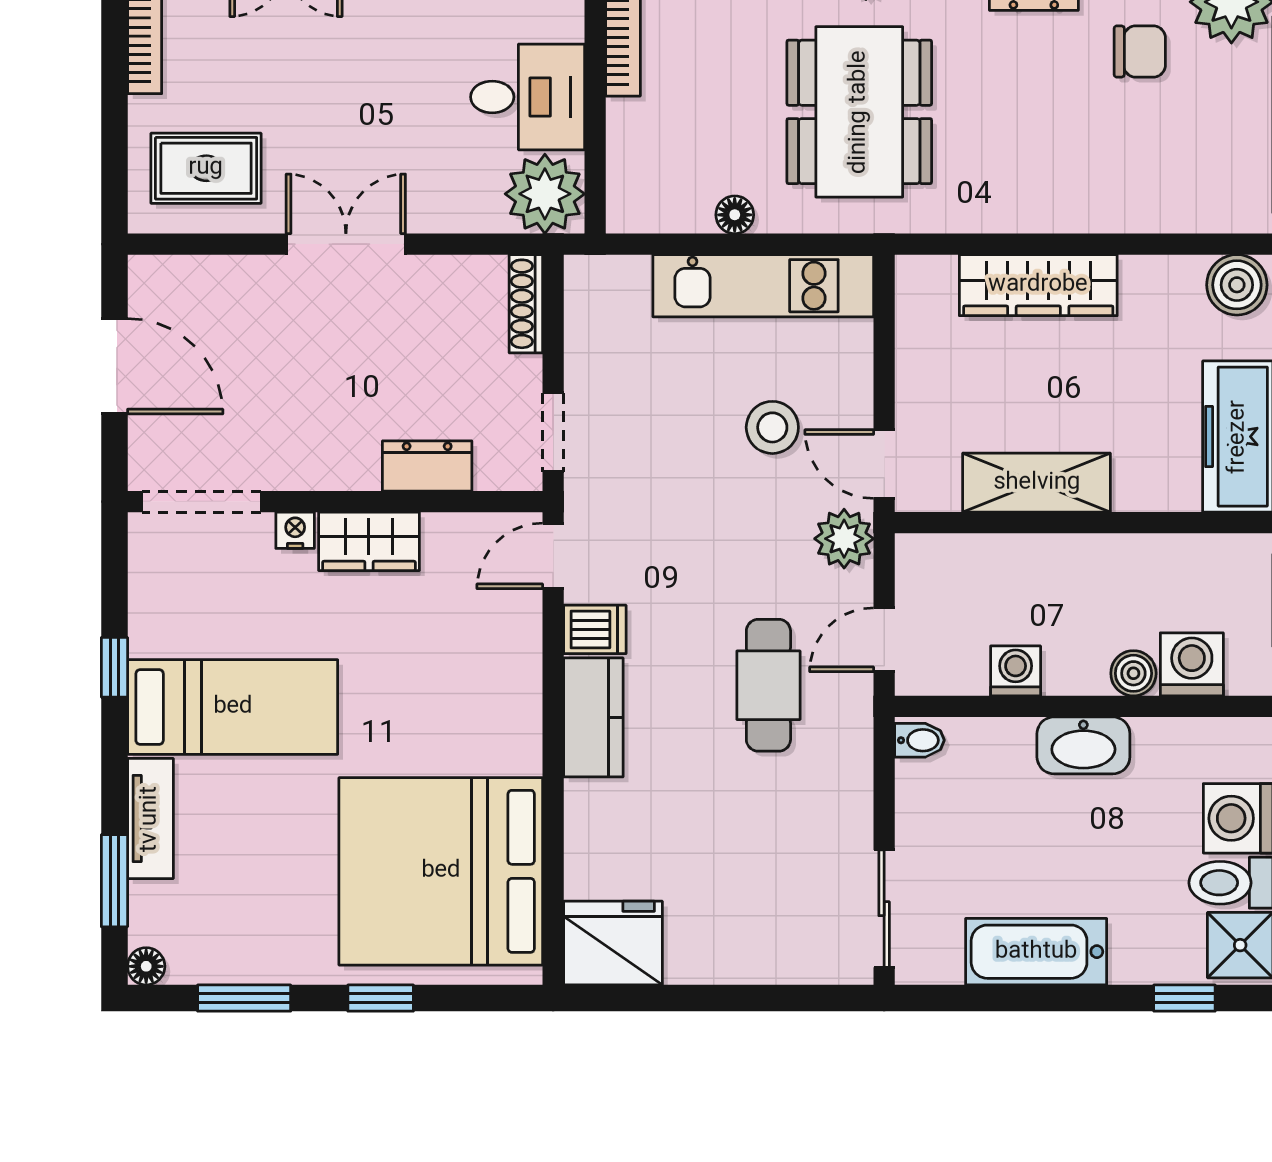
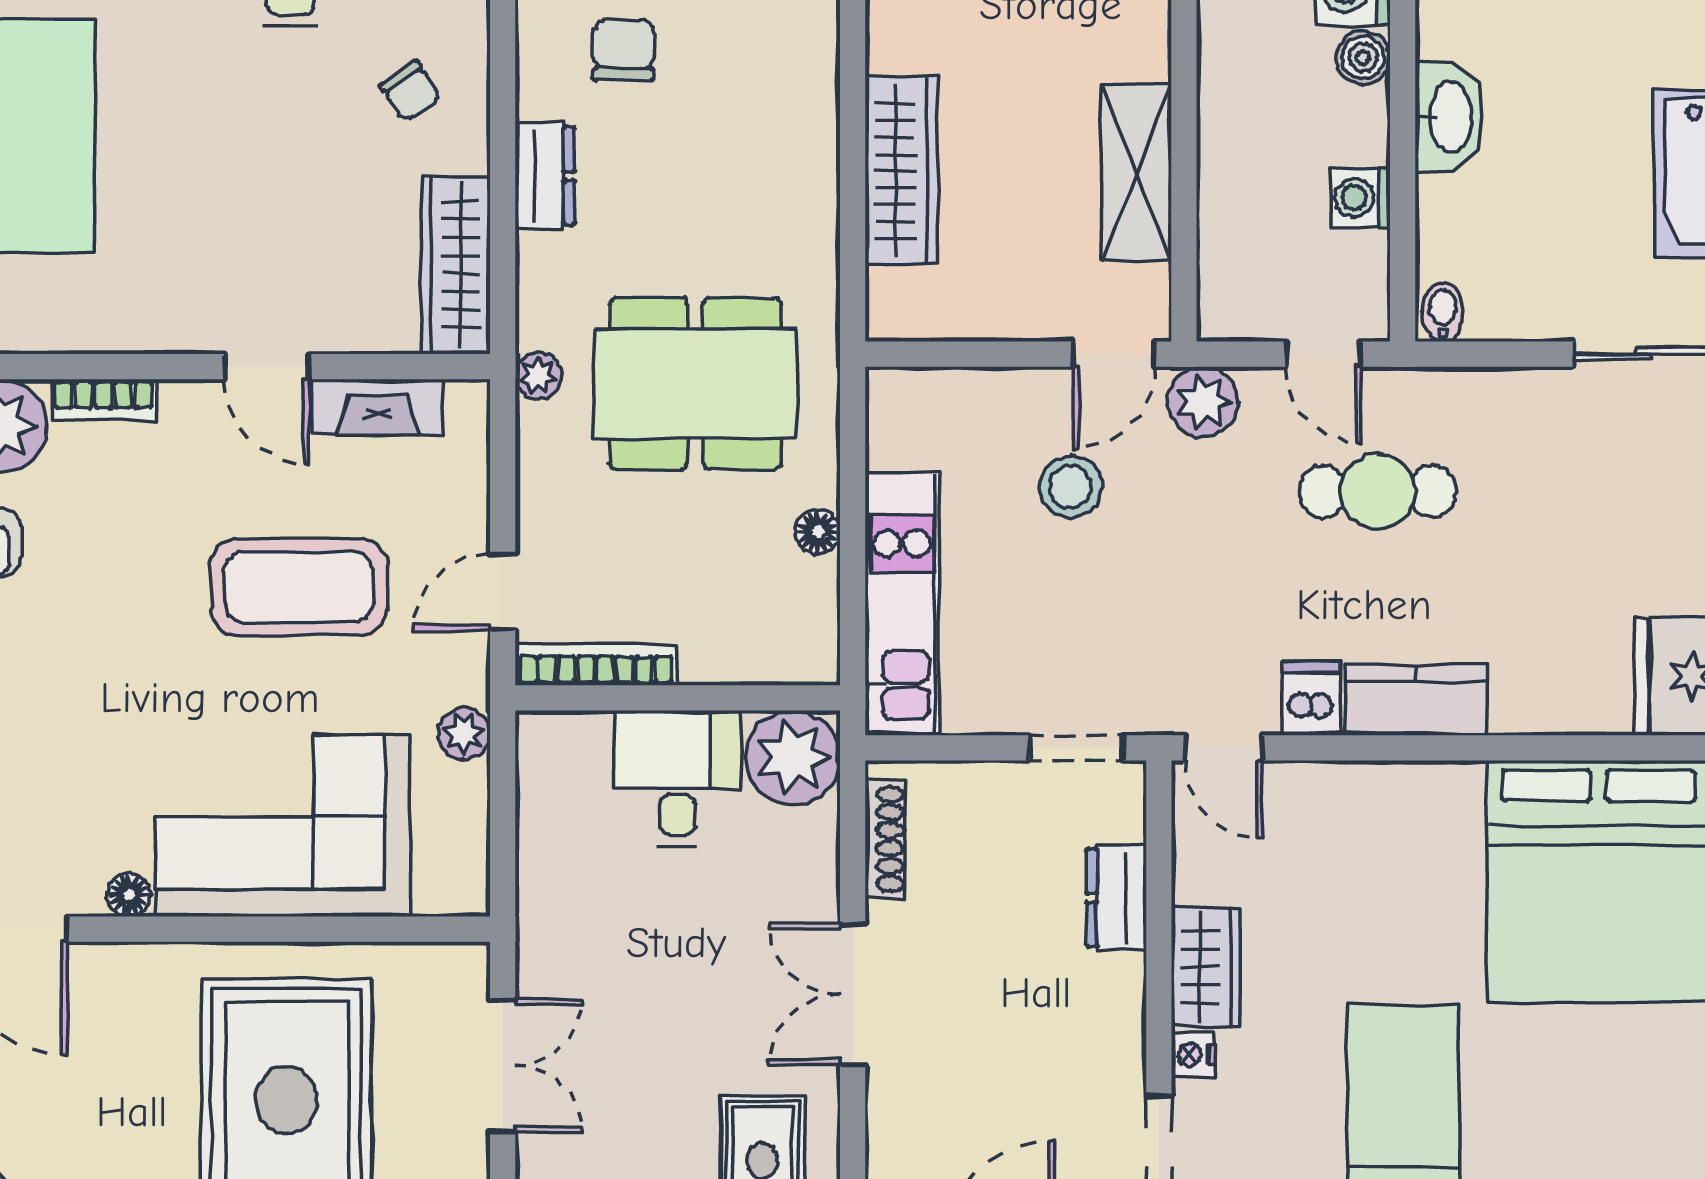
kitchen unit: (763, 286) -> (902, 604), moved
shoe rack: (526, 304) -> (885, 839), moved, turned -90

